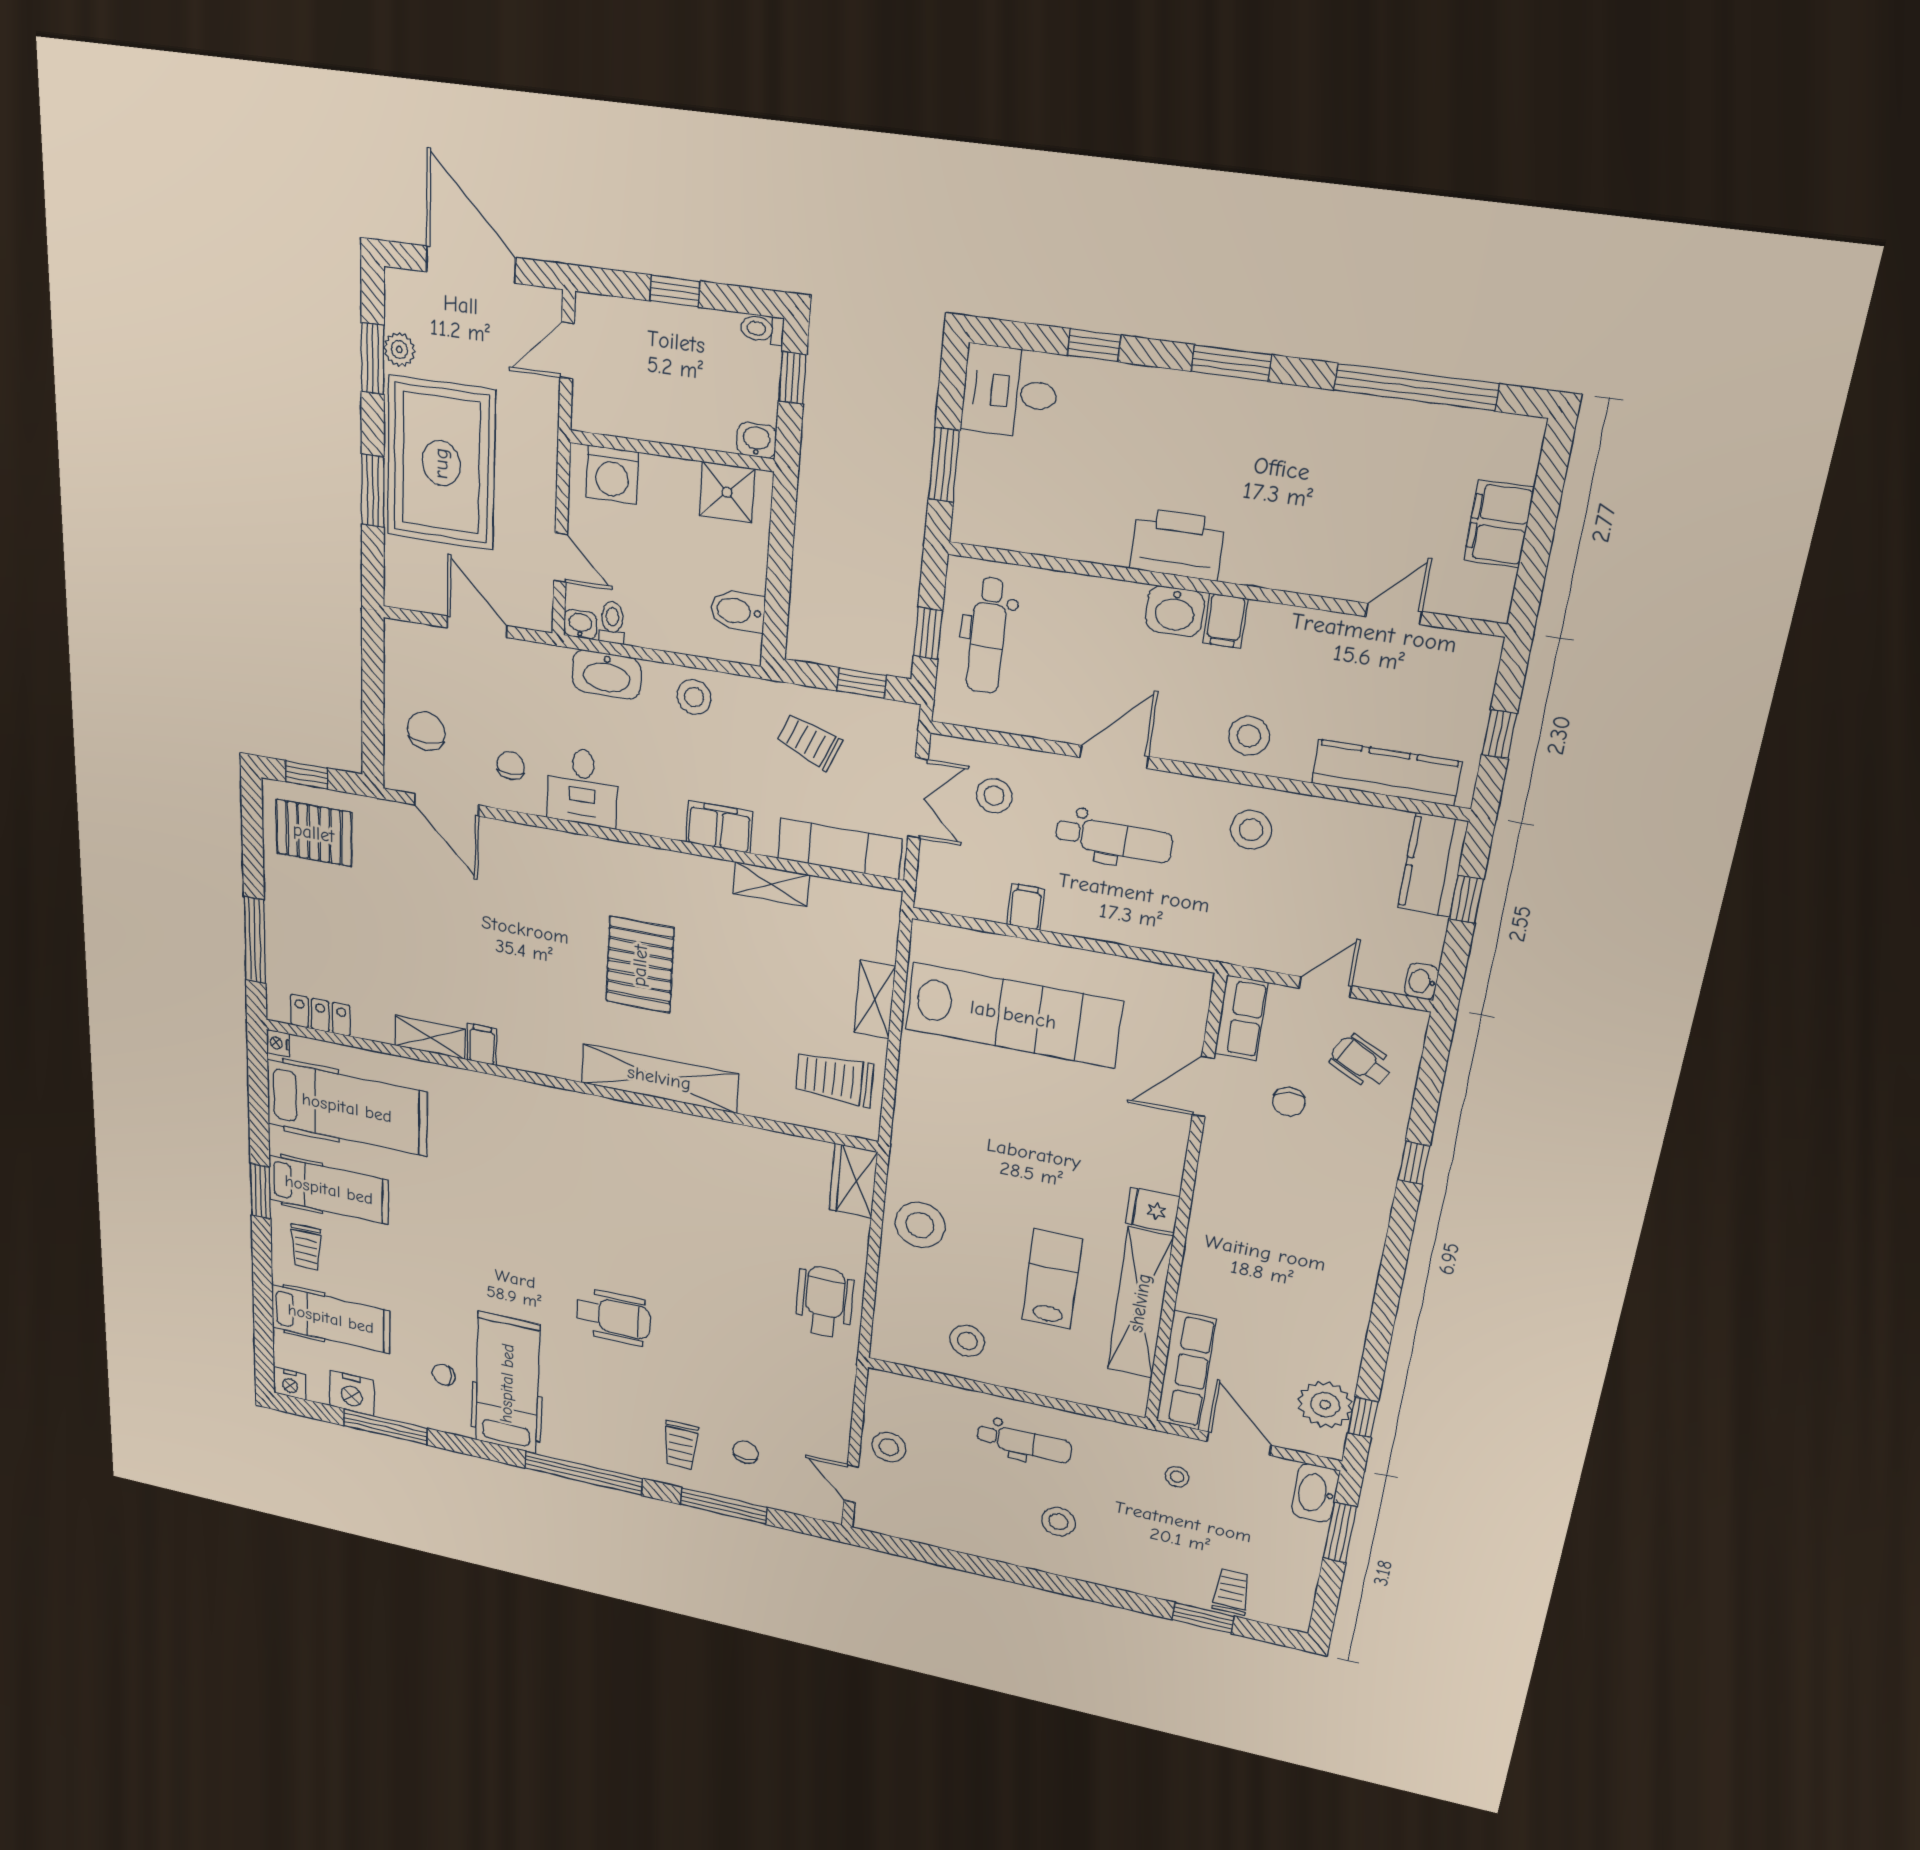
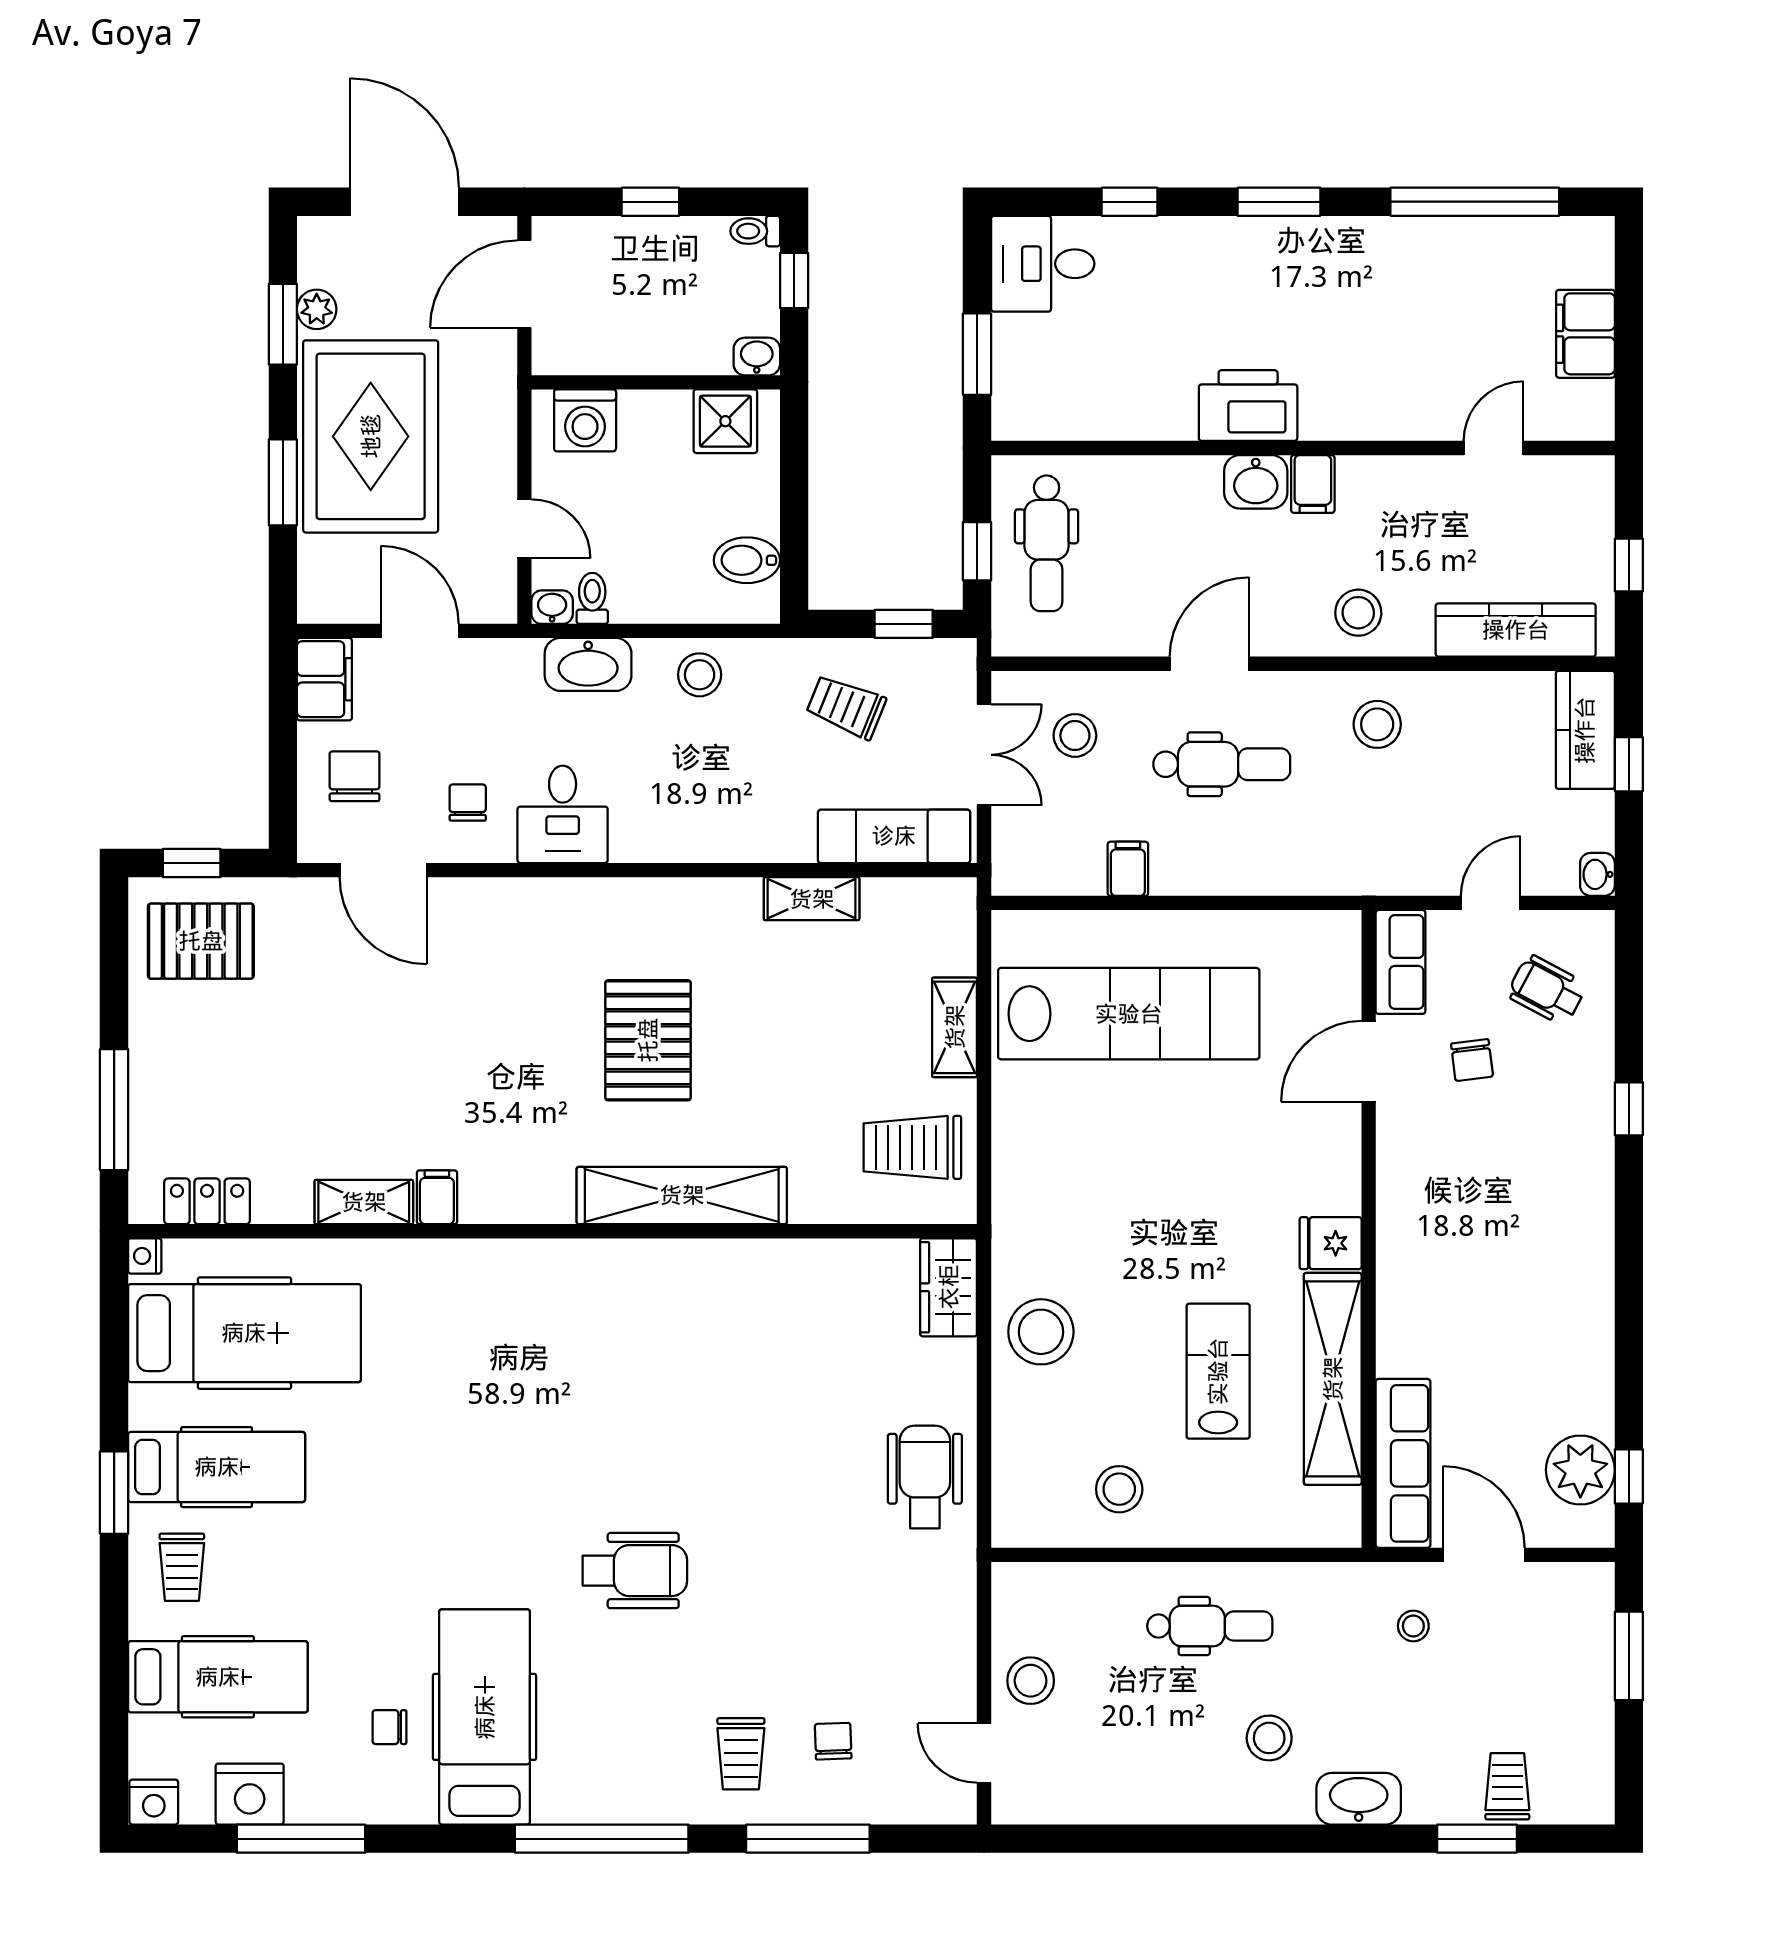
door: (567, 350) -> (524, 284), width x1.38
filing cabinet: (719, 827) -> (324, 679), moved, turned 90
washbasin: (1315, 1493) -> (1359, 1799), moved, turned 90

